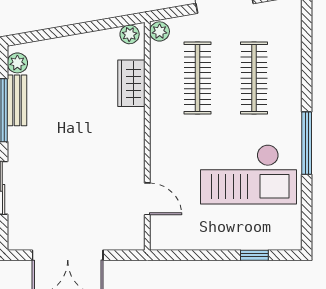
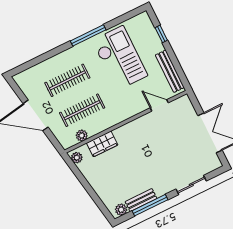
plant: (160, 31) -> (82, 135), moved
door: (147, 199) -> (159, 105), hinge flipped
bench: (191, 240) -> (170, 71), added

